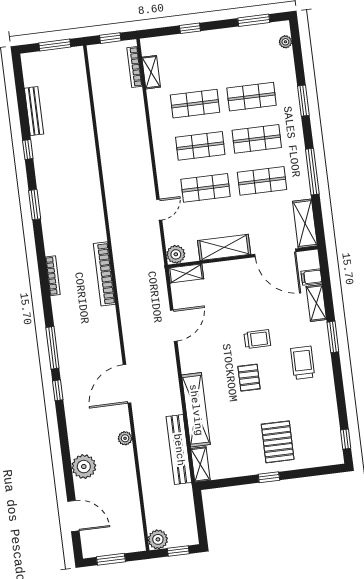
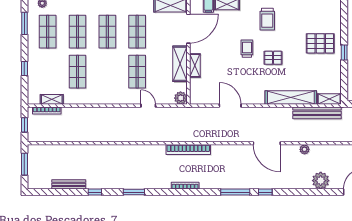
shop shelf: (200, 146) -> (48, 32), moved
shelving: (186, 273) -> (195, 65), moved
trolley: (303, 363) -> (267, 19), turned -90

